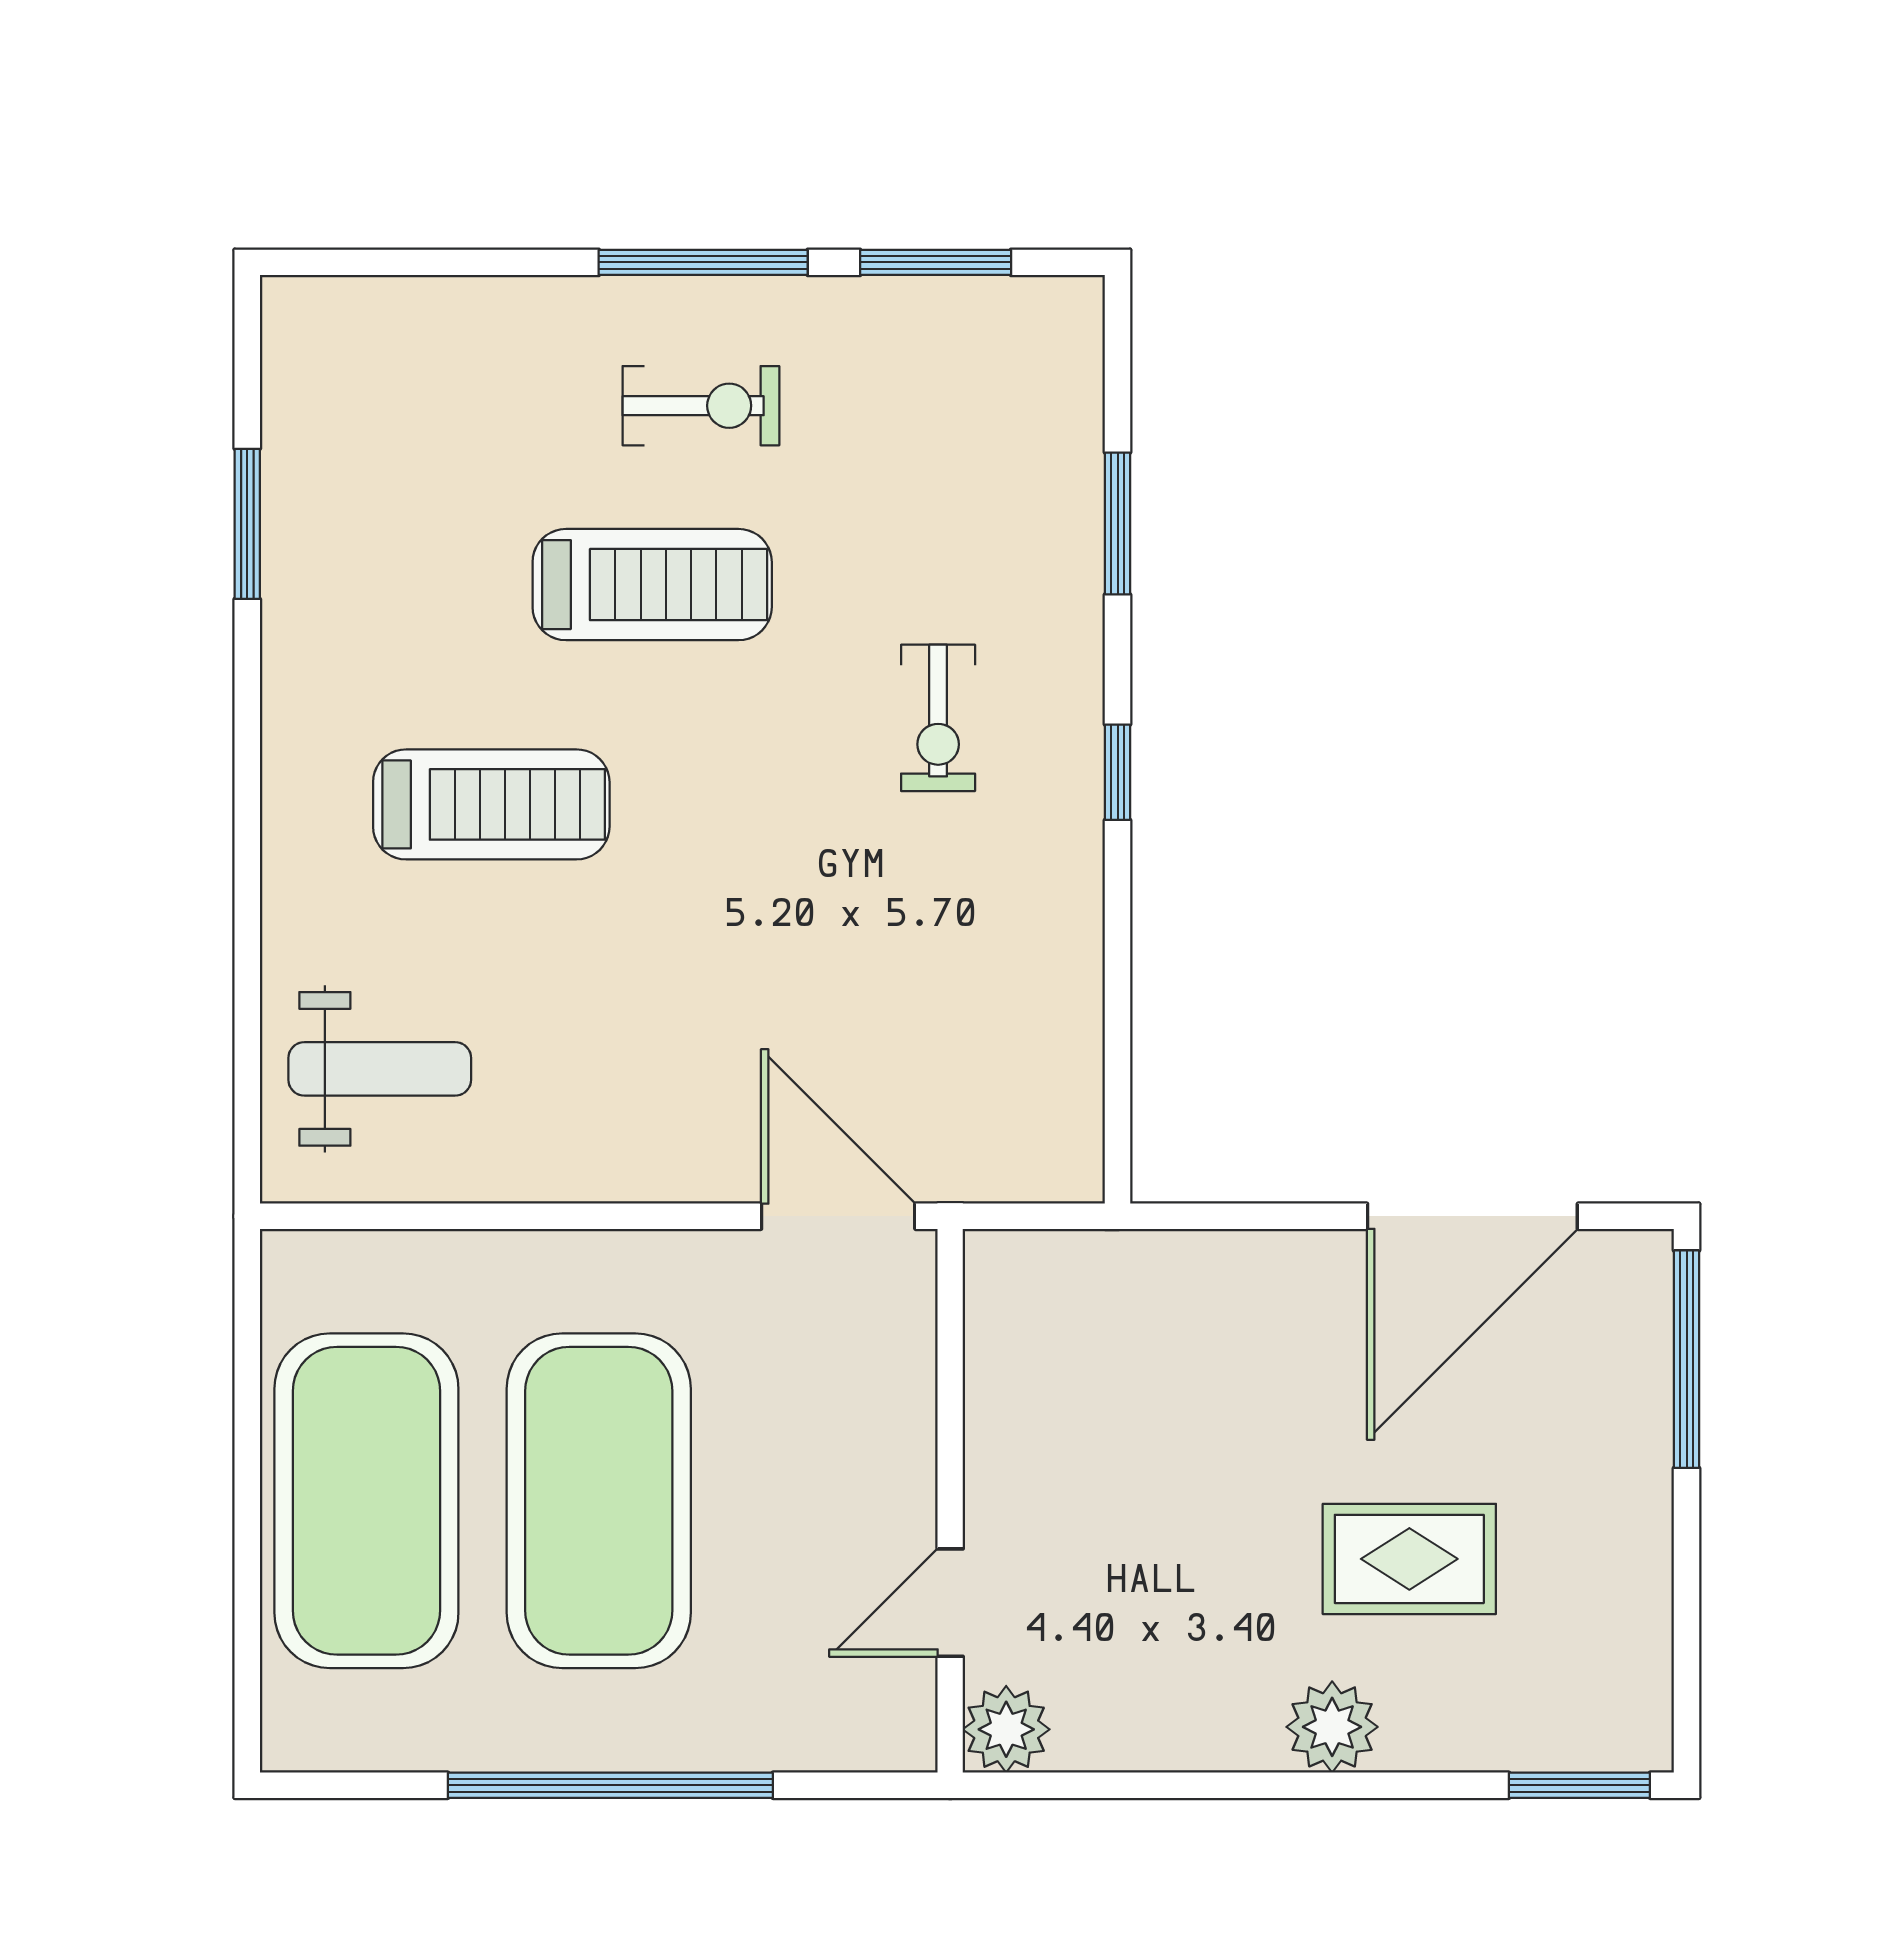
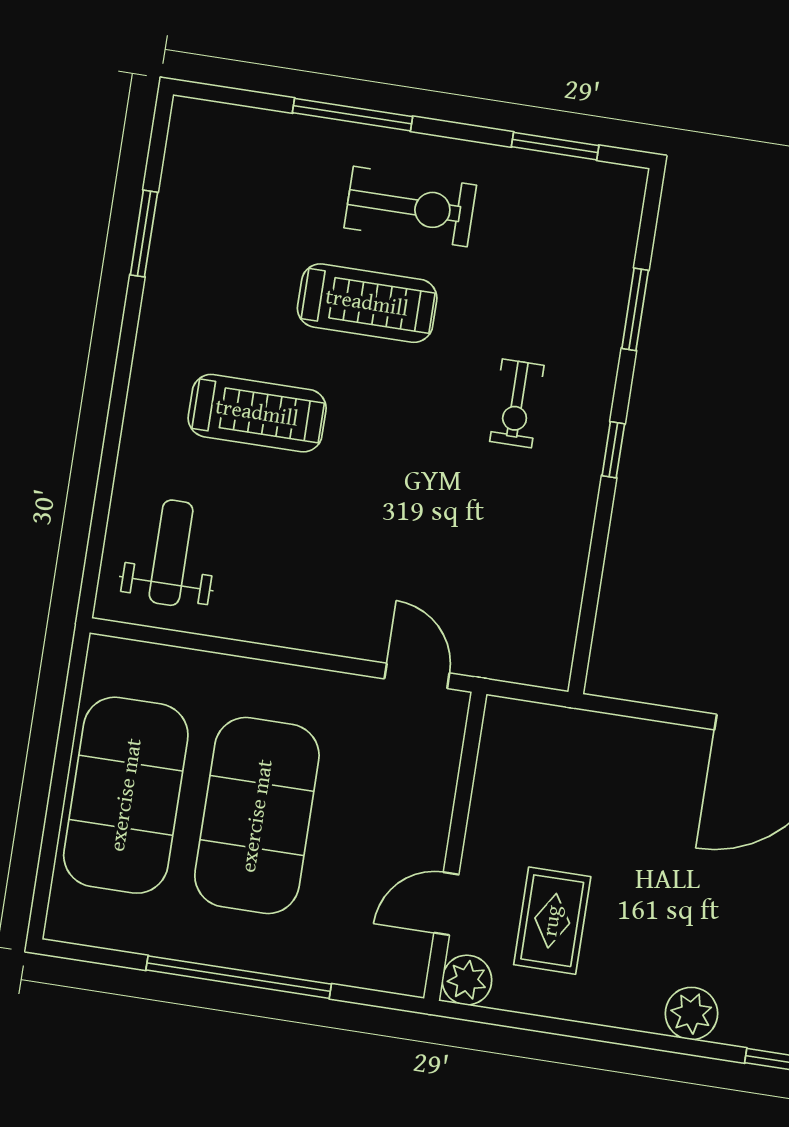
window: (703, 262) -> (353, 115), moved
exercise bike: (701, 406) -> (410, 206), width x1.38, depth x1.39
weight bench: (380, 1069) -> (171, 553), turned -90
door: (838, 1216) -> (417, 676), width x0.73
rug: (1409, 1559) -> (552, 921), moved, turned 90
plant: (1332, 1727) -> (691, 1013), moved

